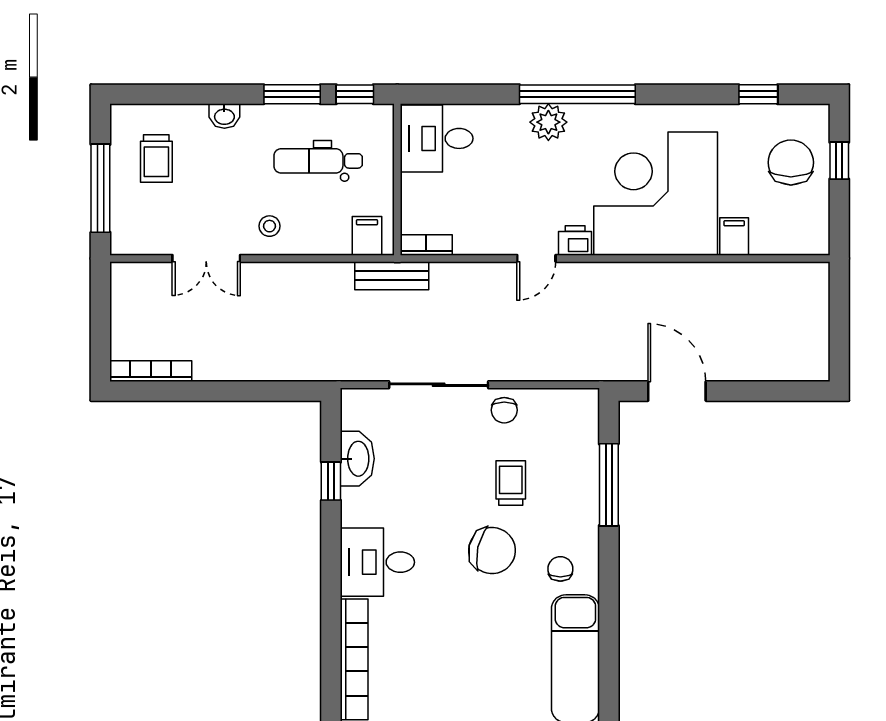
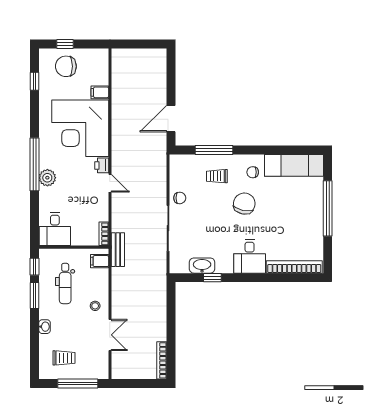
trolley: (511, 483) -> (217, 176), moved

